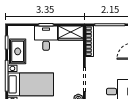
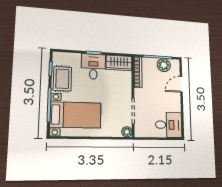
plant: (116, 33) -> (164, 65), added

